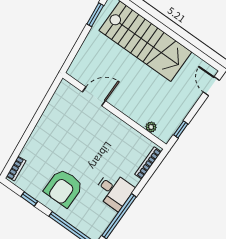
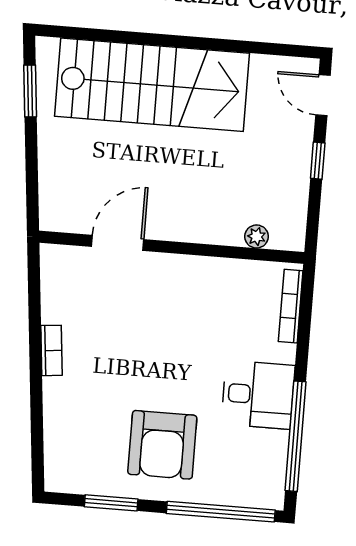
window: (181, 129) -> (318, 161), moved
bookcase: (16, 169) -> (51, 350), moved
window: (29, 199) -> (111, 503), width x1.50

